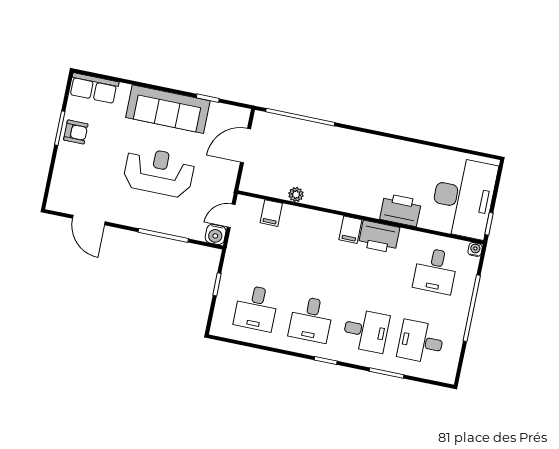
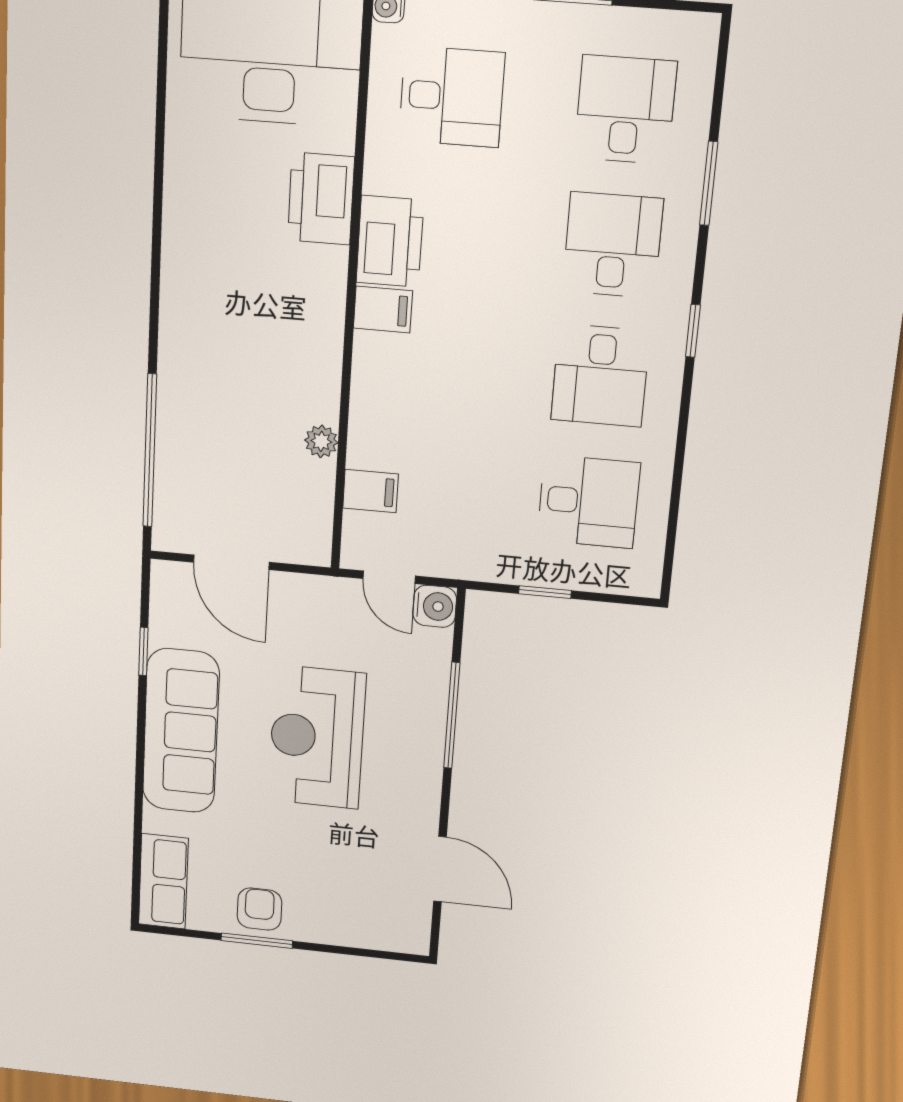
door: (89, 220) -> (440, 869), hinge flipped
desk: (311, 319) -> (600, 376), turned 90
desk: (421, 342) -> (625, 110), turned 180

